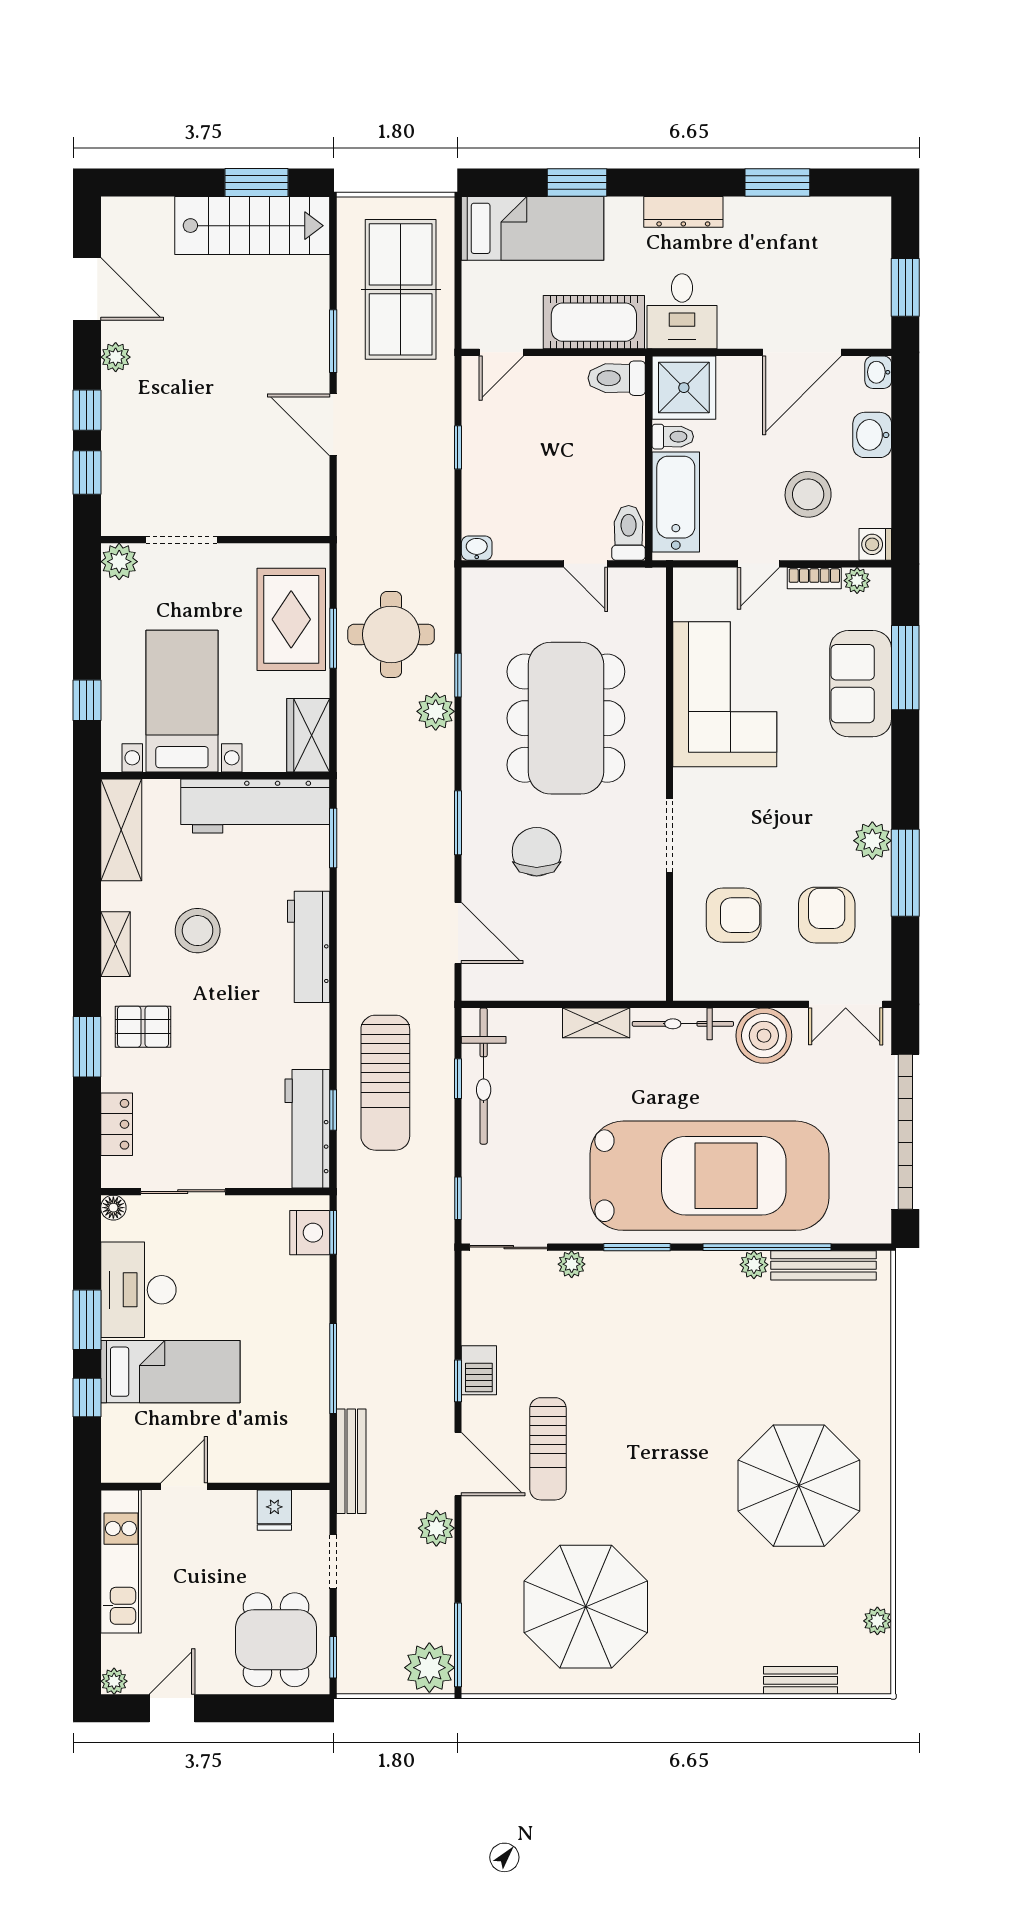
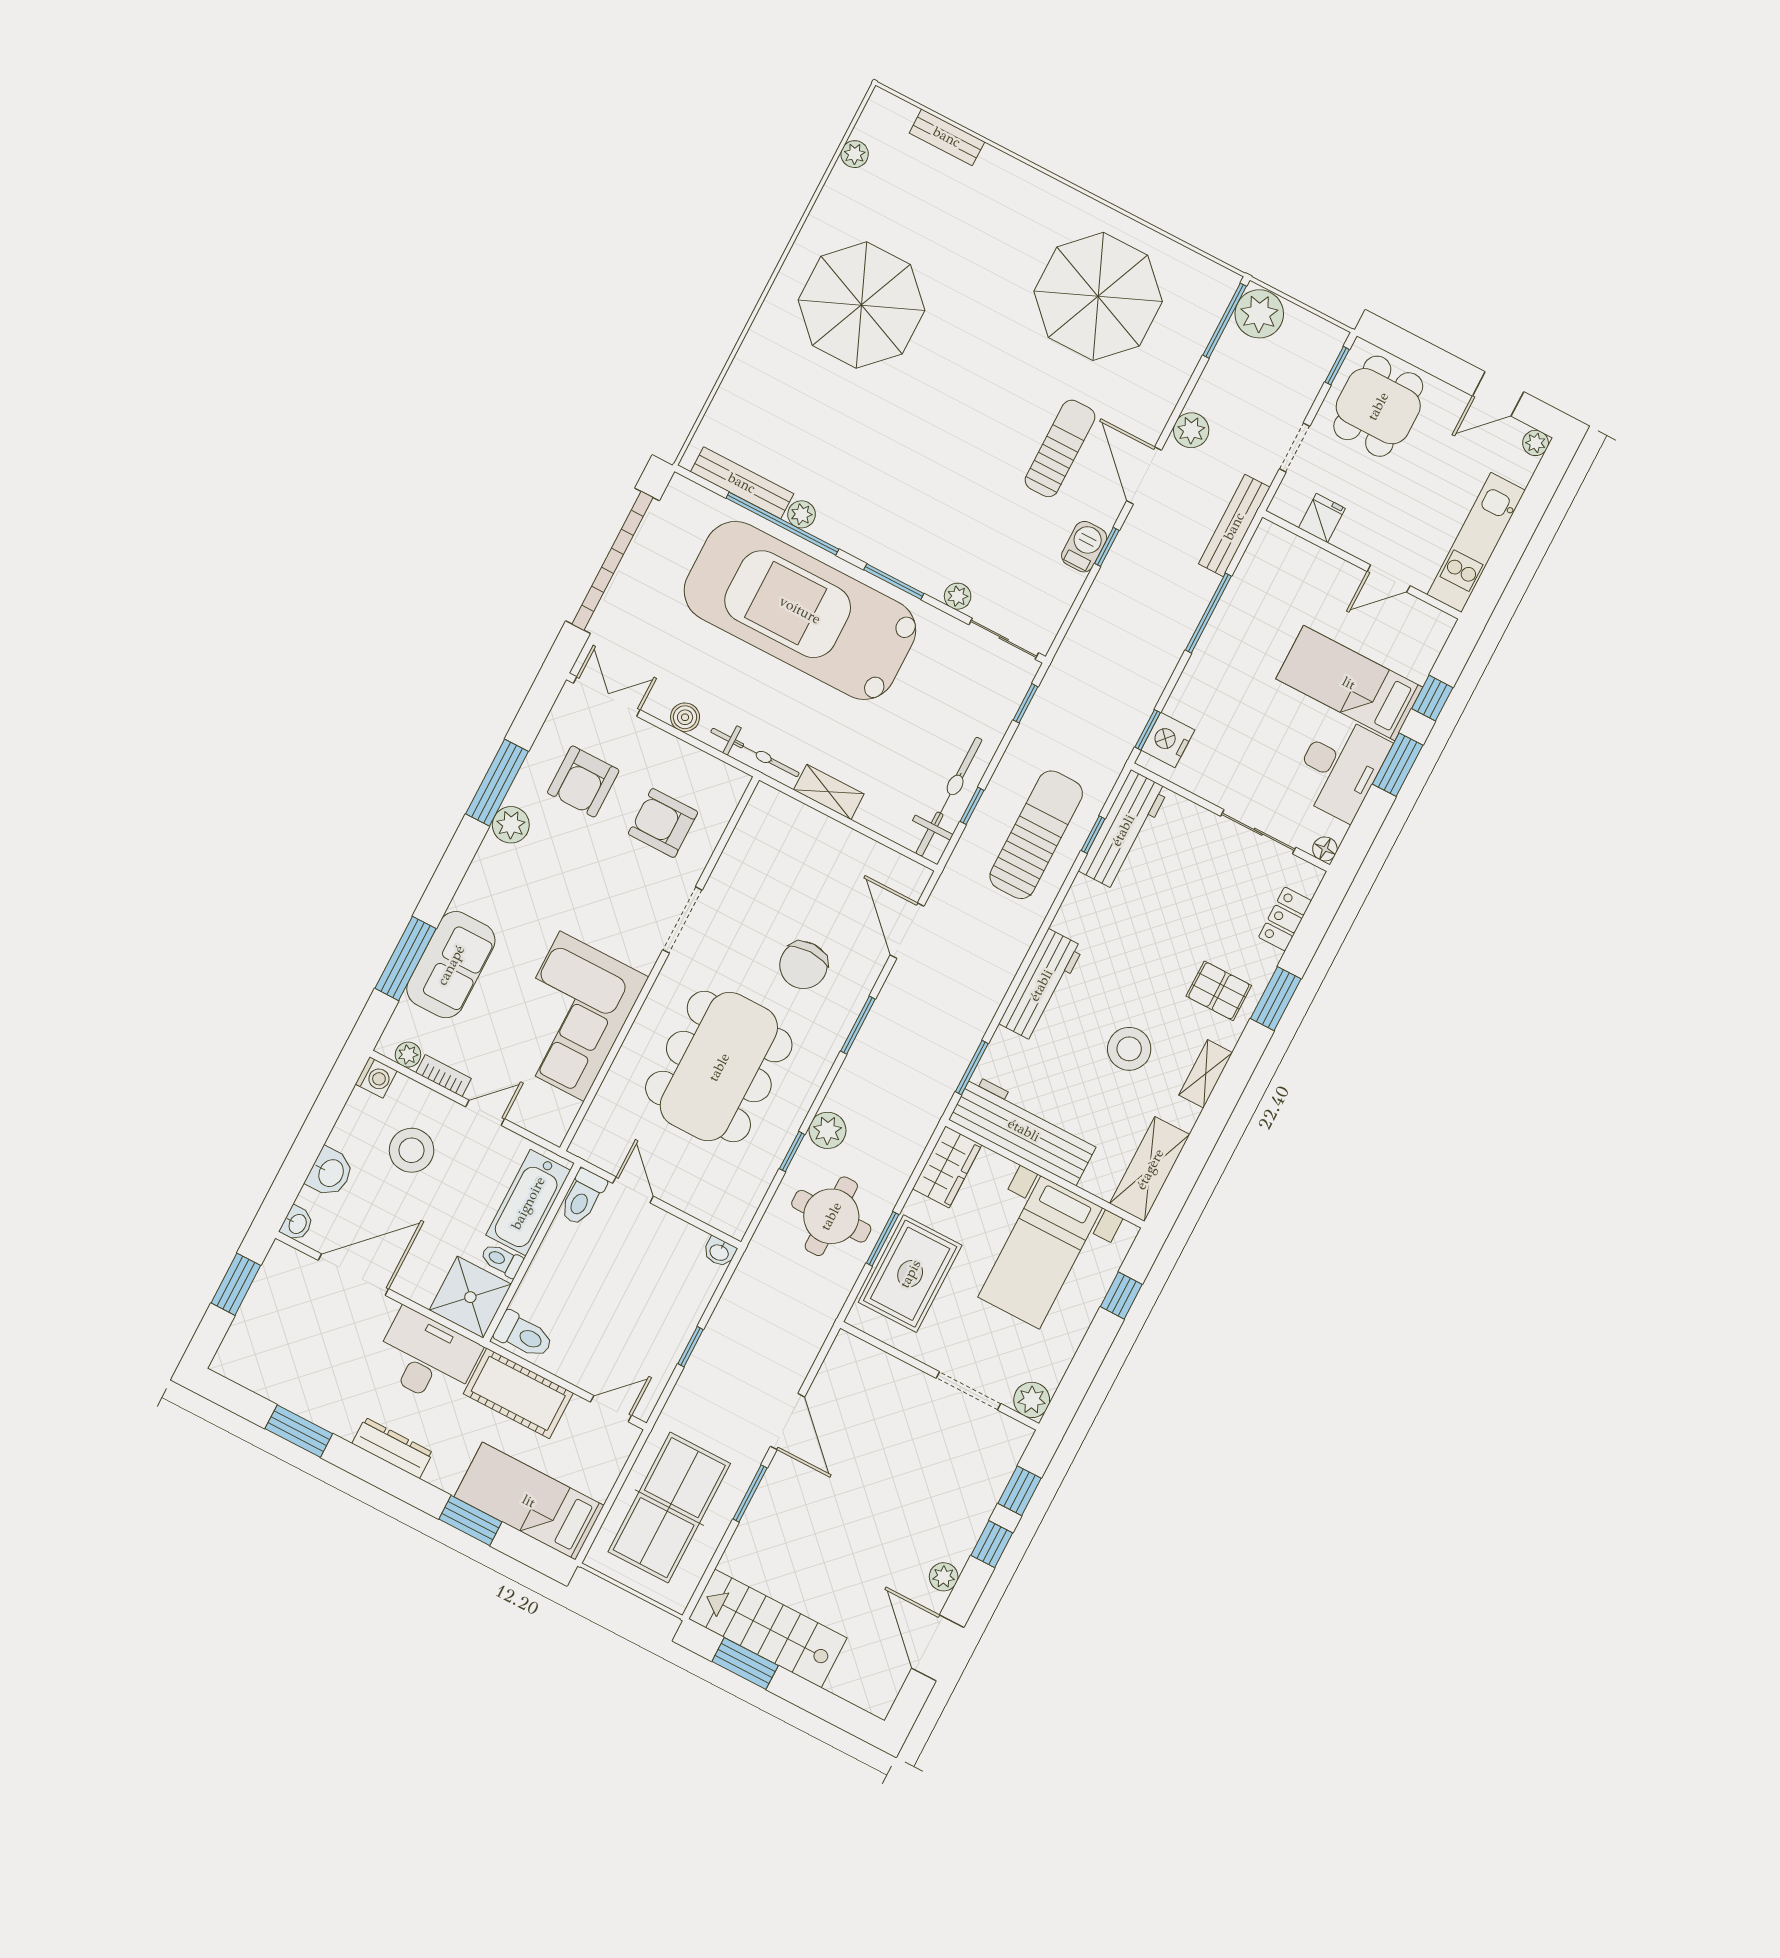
desk: (682, 311) -> (427, 1358), width x1.37
boiler: (764, 1036) -> (685, 717), width x0.54, depth x0.54

